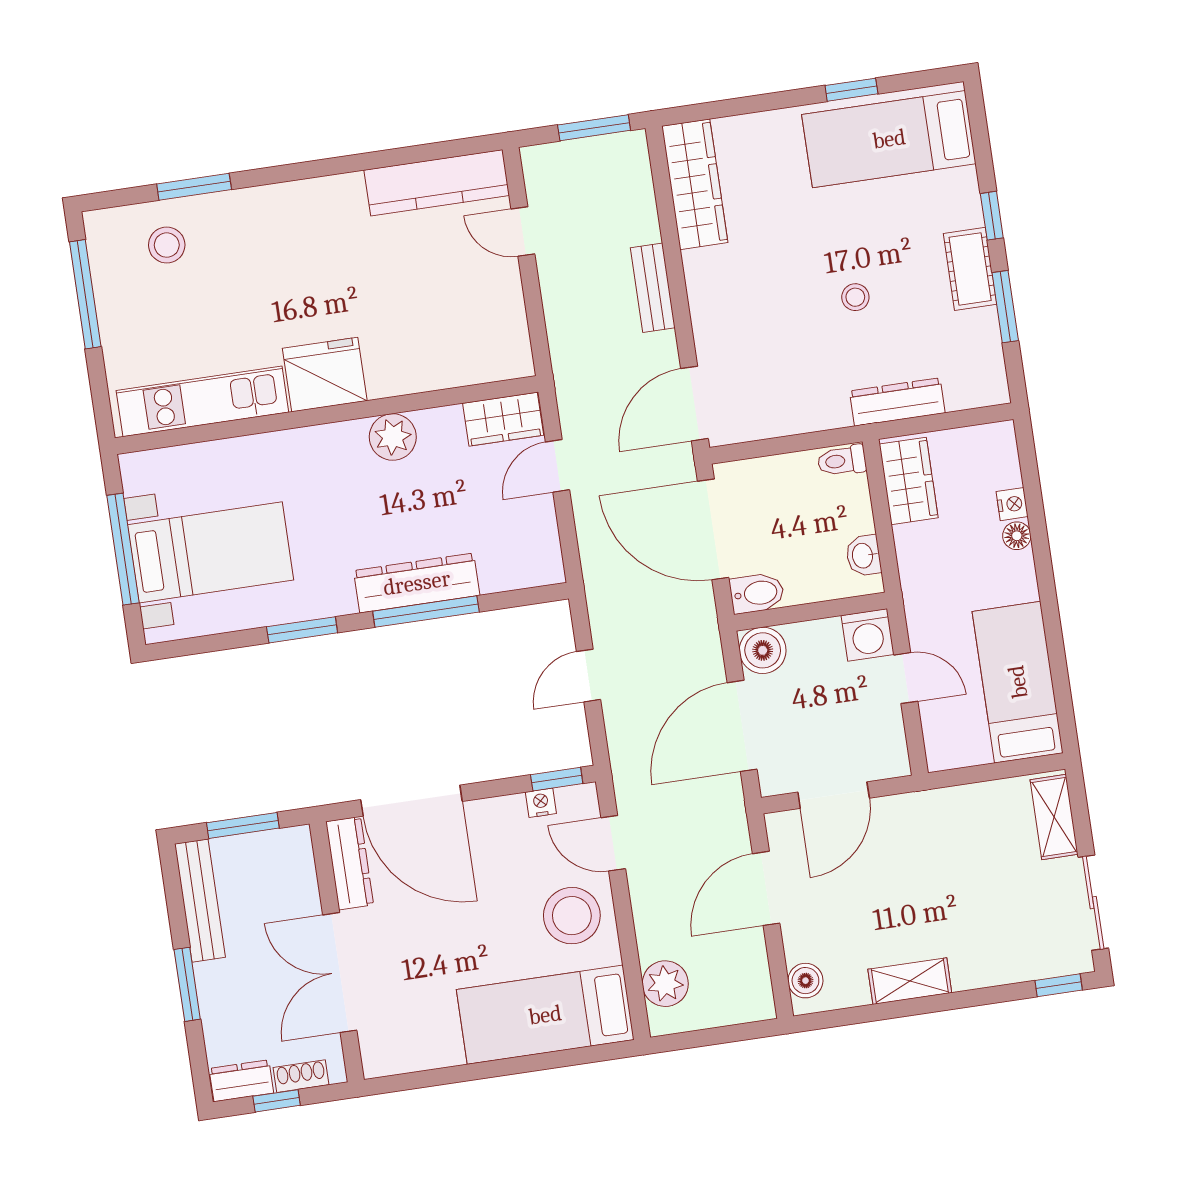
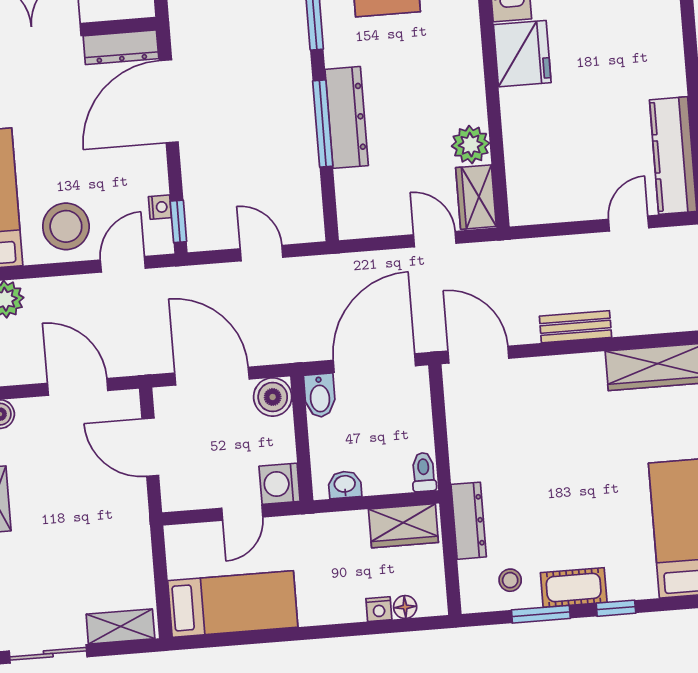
stool: (855, 297) -> (510, 580), moved
plant: (393, 437) -> (471, 145), moved
floor lamp: (1017, 536) -> (405, 607), moved

